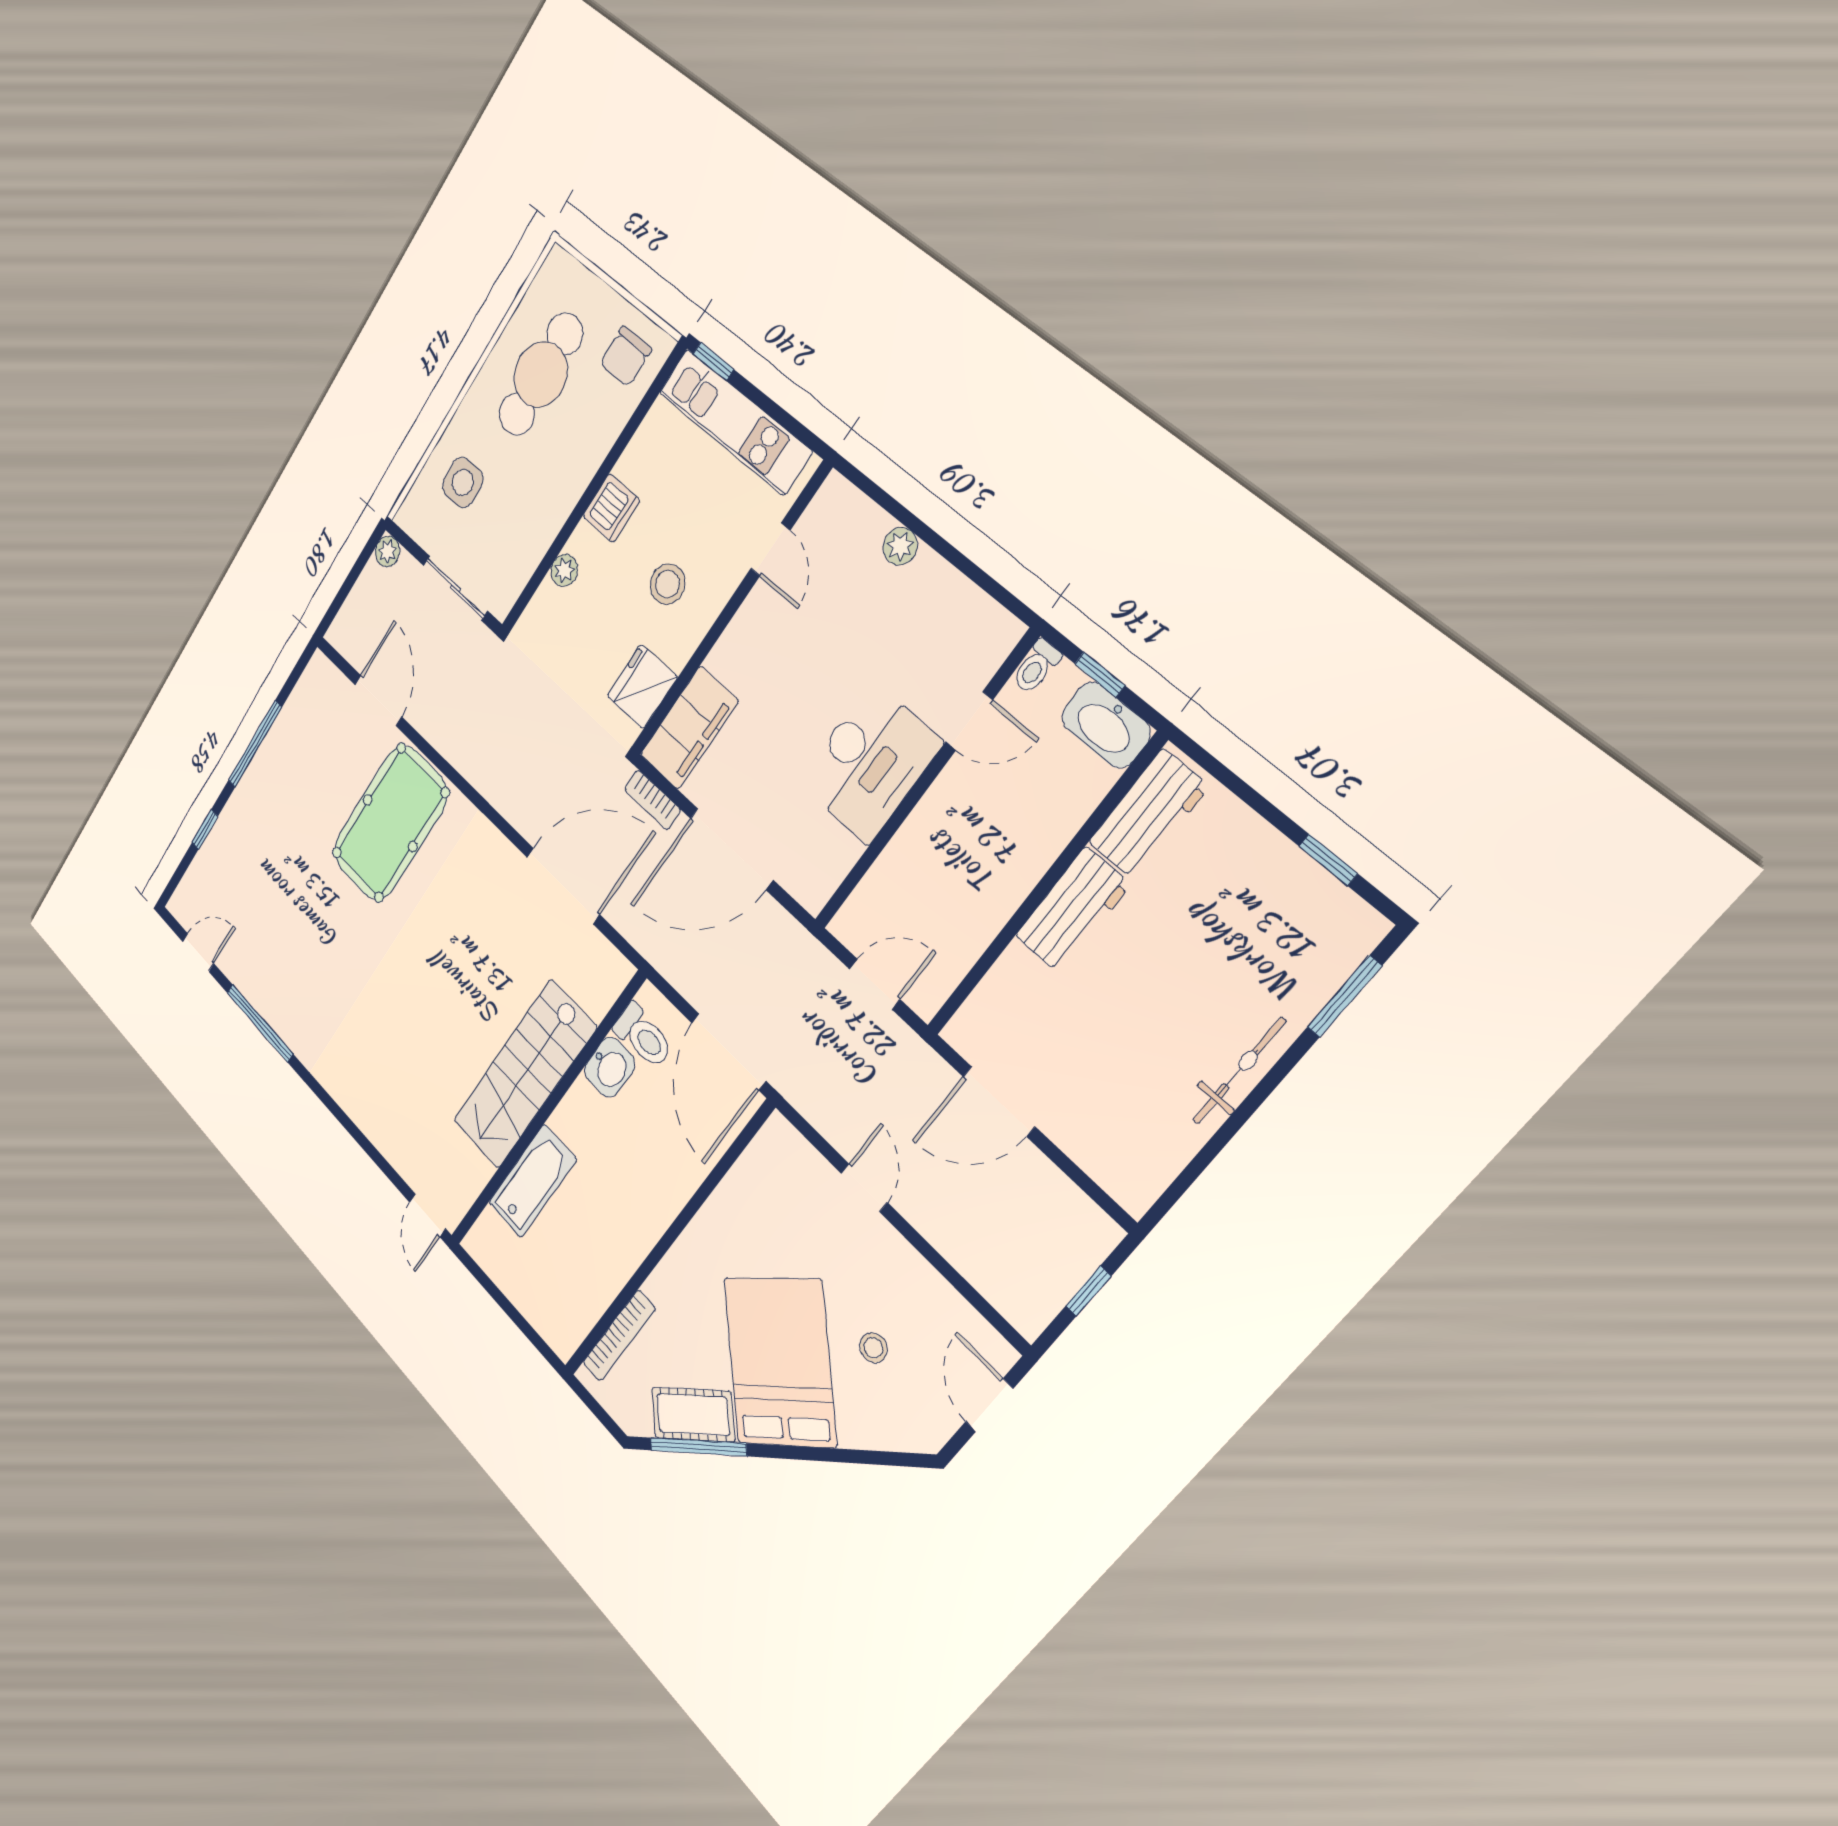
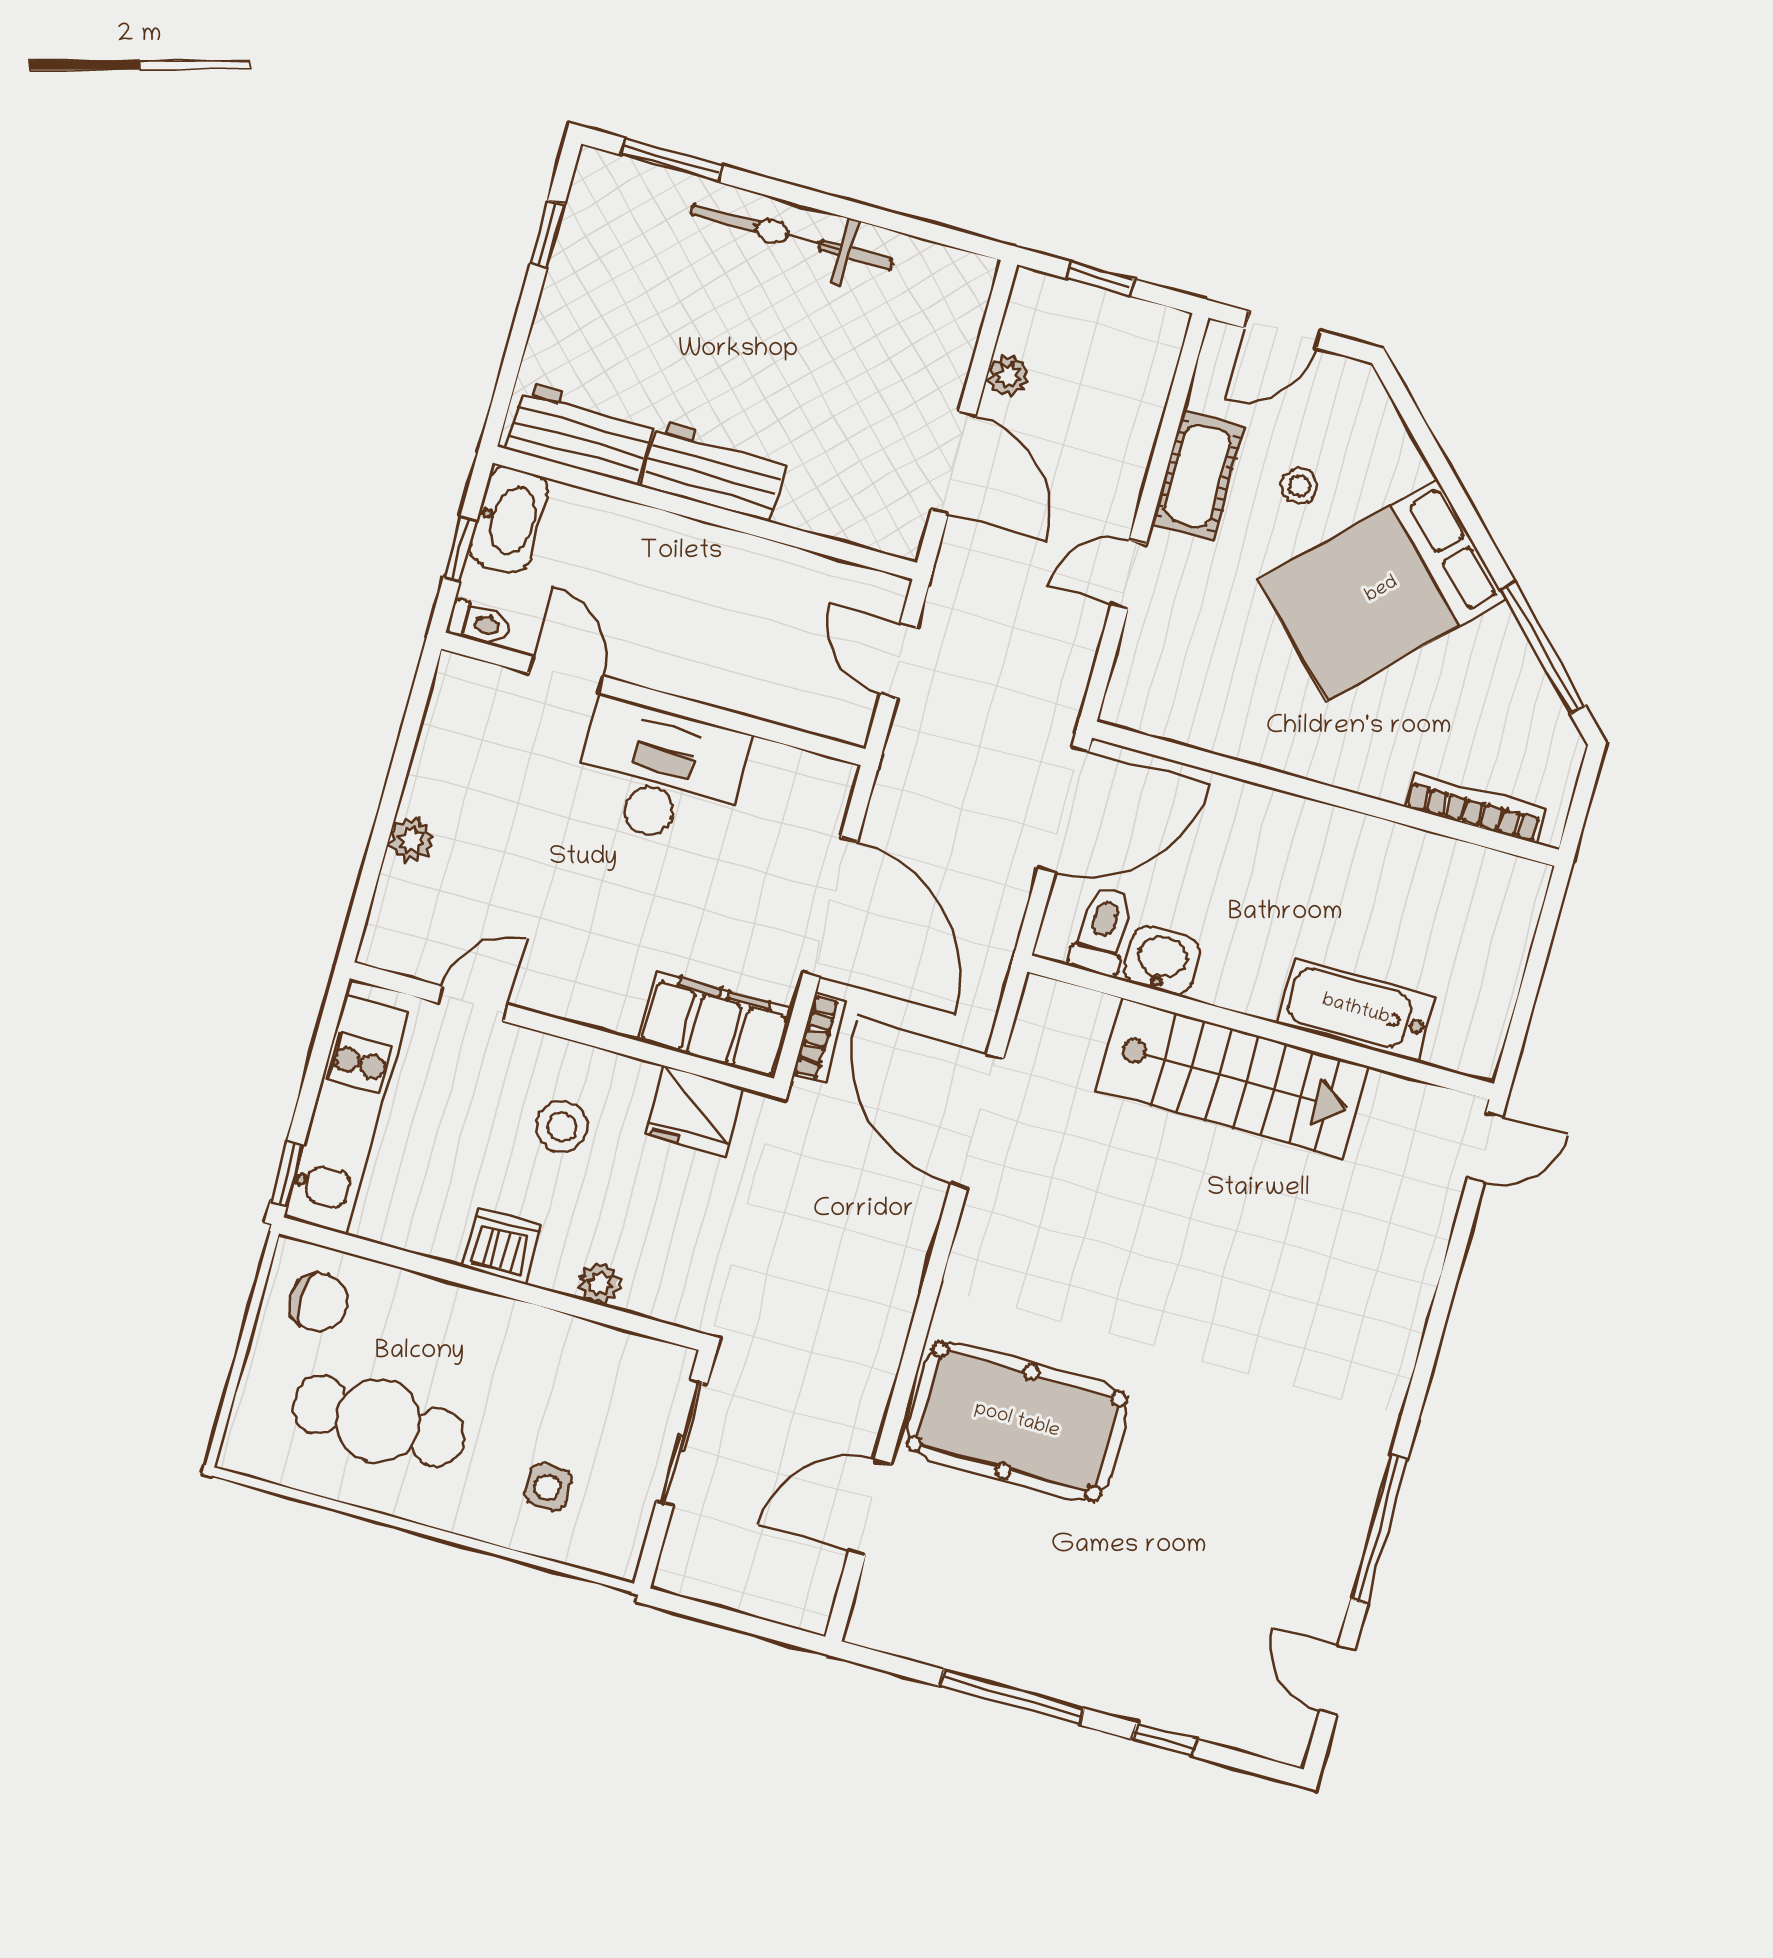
side table: (463, 482) -> (548, 1487), width x0.73, depth x0.73
plant: (387, 551) -> (1008, 376), moved
bicycle: (1239, 1071) -> (792, 237), width x1.37, depth x1.40
cot: (693, 1415) -> (1198, 476), moved, turned 45

